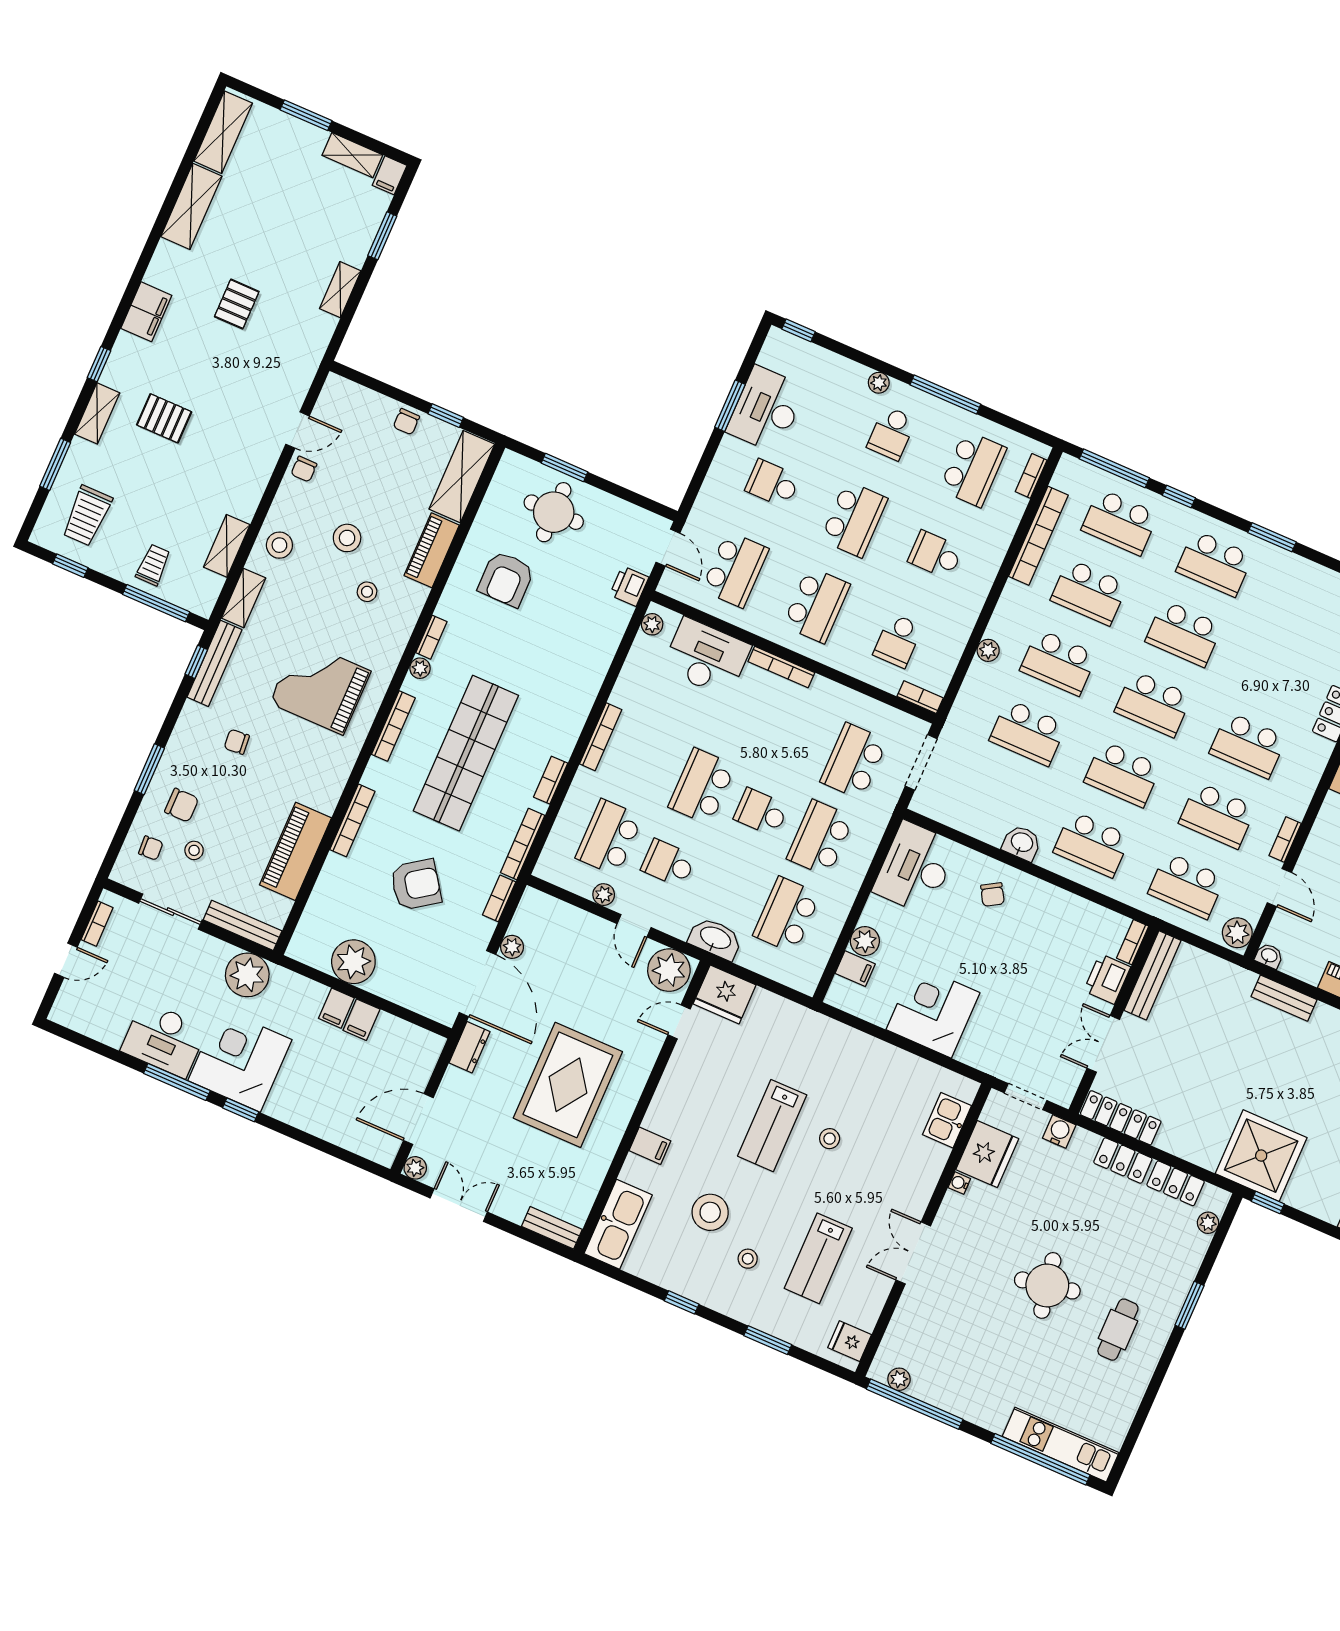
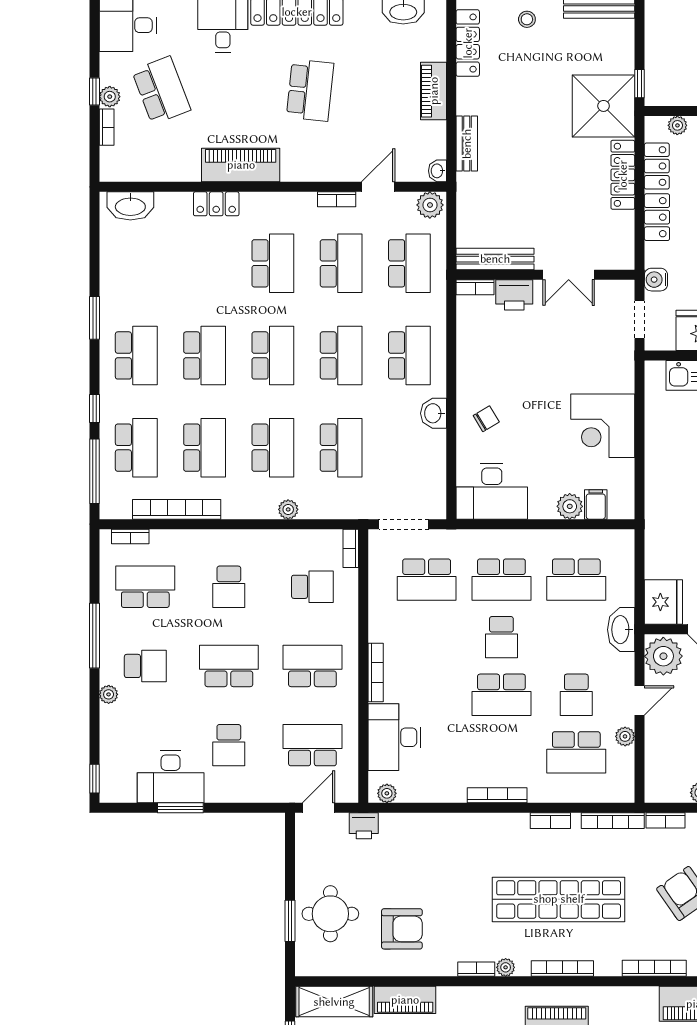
locker: (1121, 1118) -> (623, 175), moved

